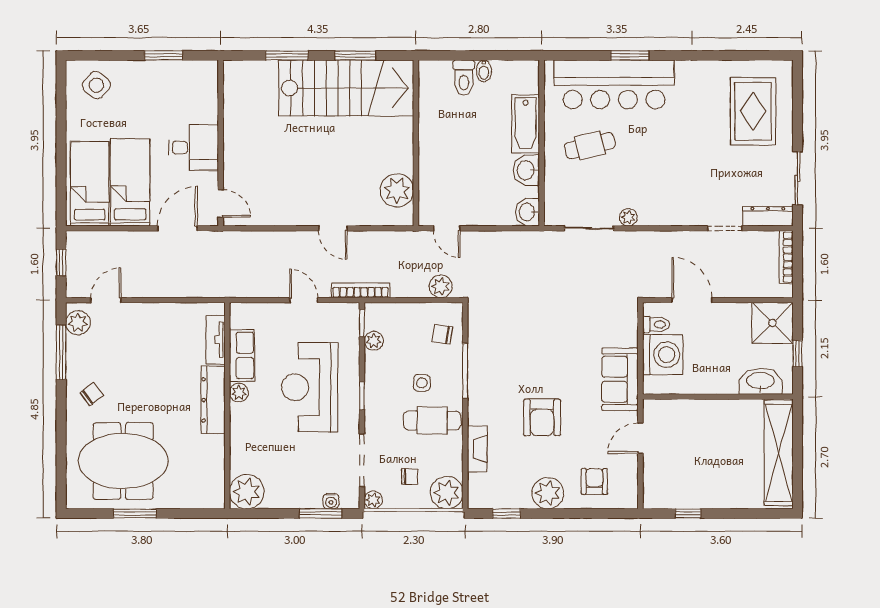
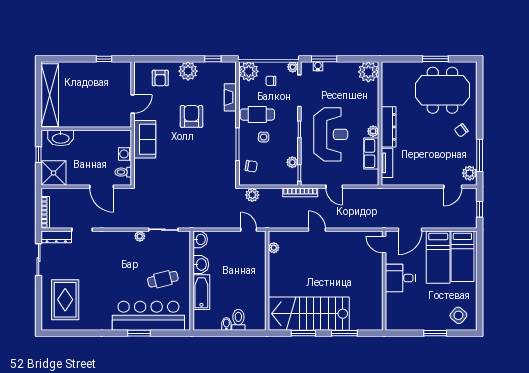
window: (164, 55) -> (435, 333), moved
plant: (397, 190) -> (274, 248), width x0.53, depth x0.53
washing machine: (663, 355) -> (125, 154), width x0.53, depth x0.53

